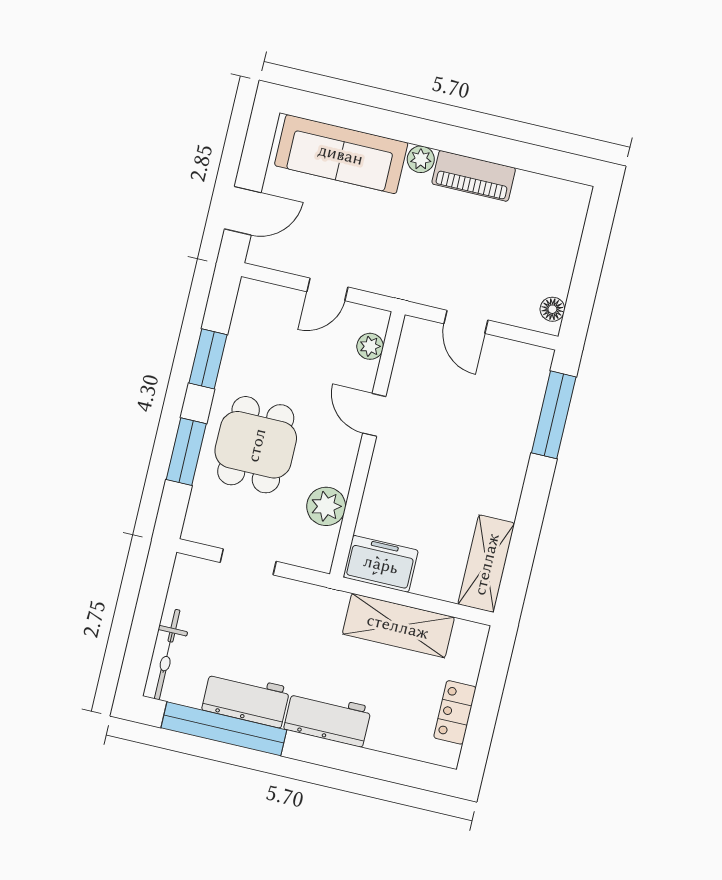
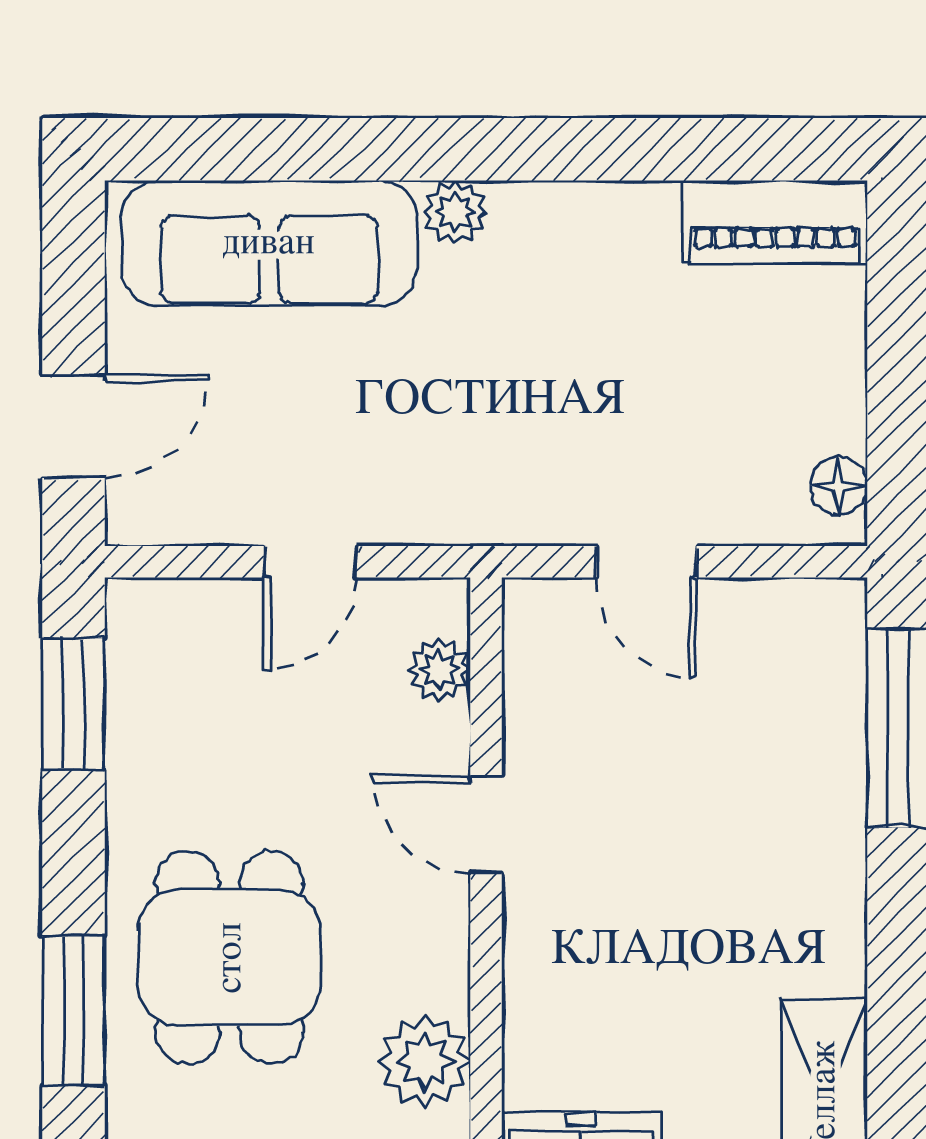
piano: (474, 176) -> (775, 222), moved
window: (208, 359) -> (73, 704), moved

